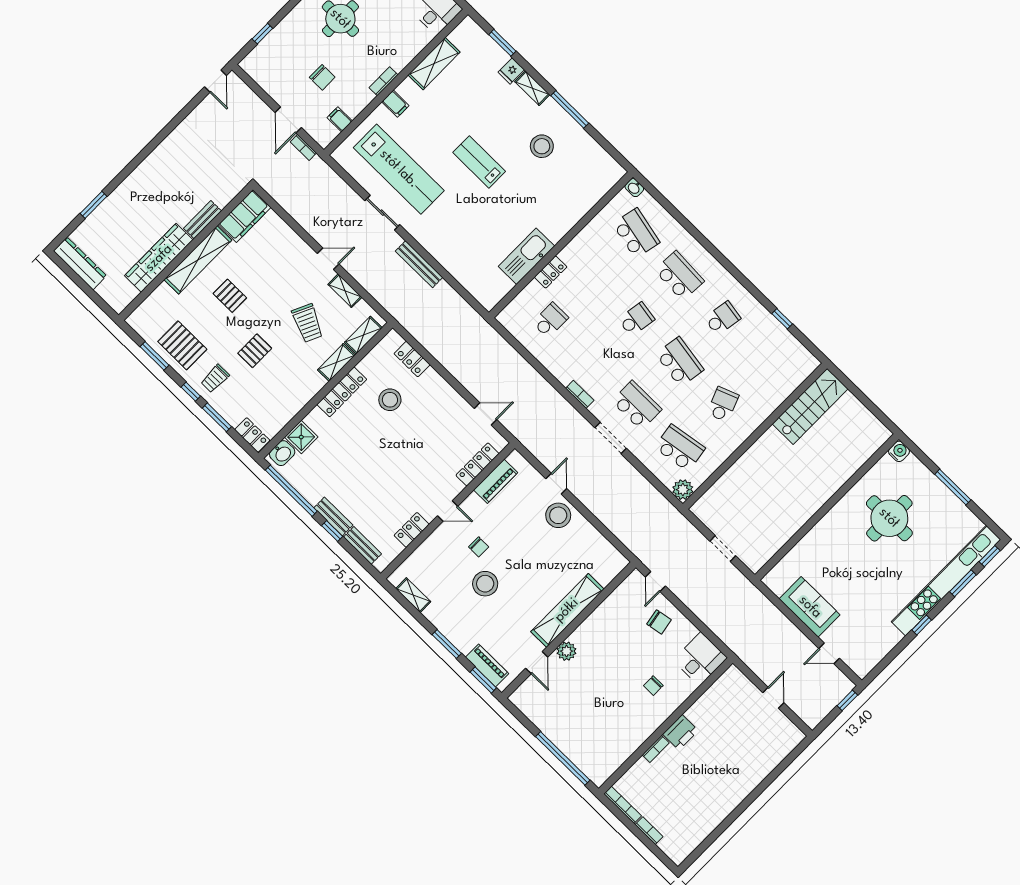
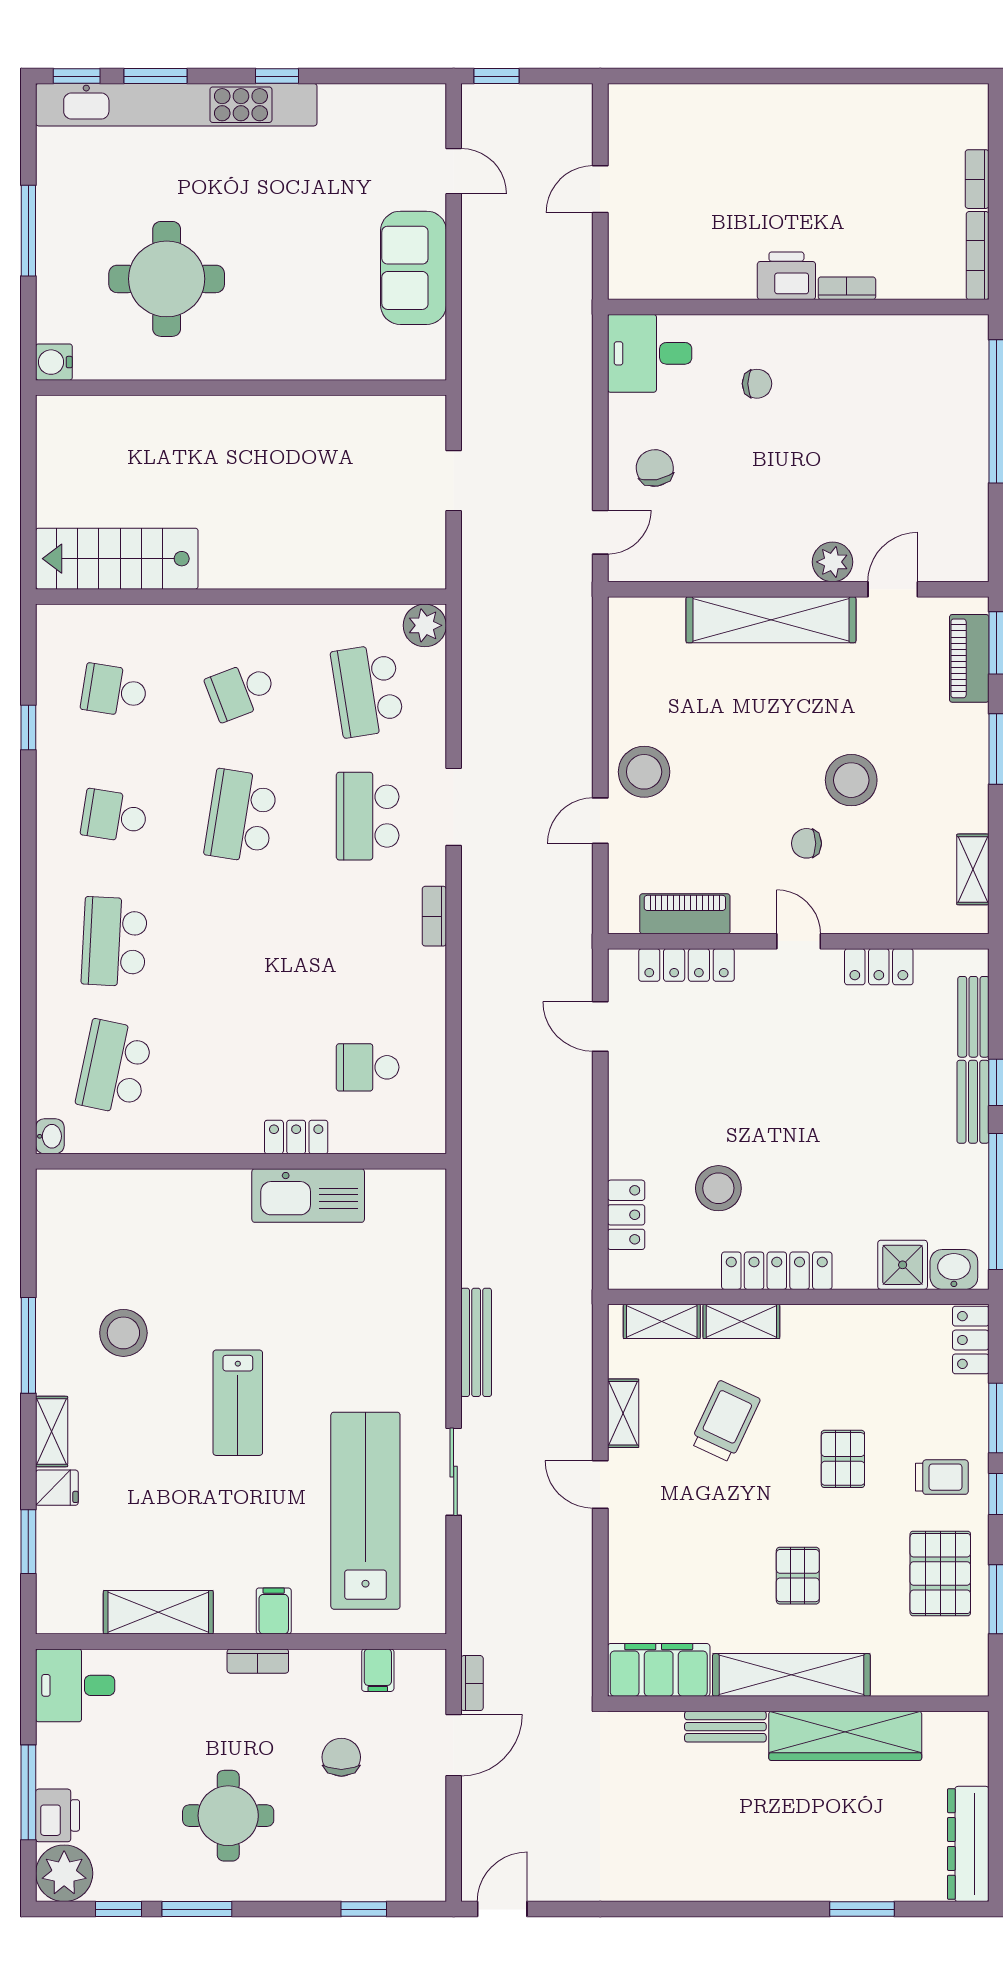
school desk: (636, 319) -> (114, 690), moved
pallet: (255, 351) -> (843, 1459), turned 90
chair: (479, 547) -> (806, 843), turned -90

